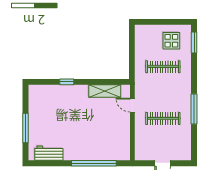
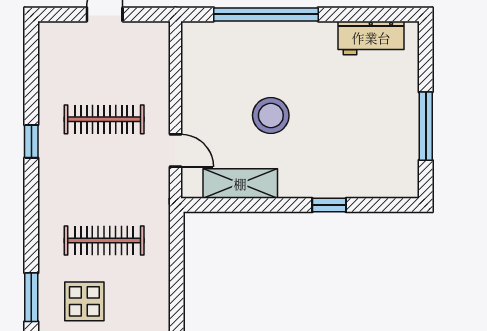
window: (194, 109) -> (31, 141), width x0.46
stool: (92, 120) -> (271, 115), added
window: (26, 128) -> (426, 126), moved

